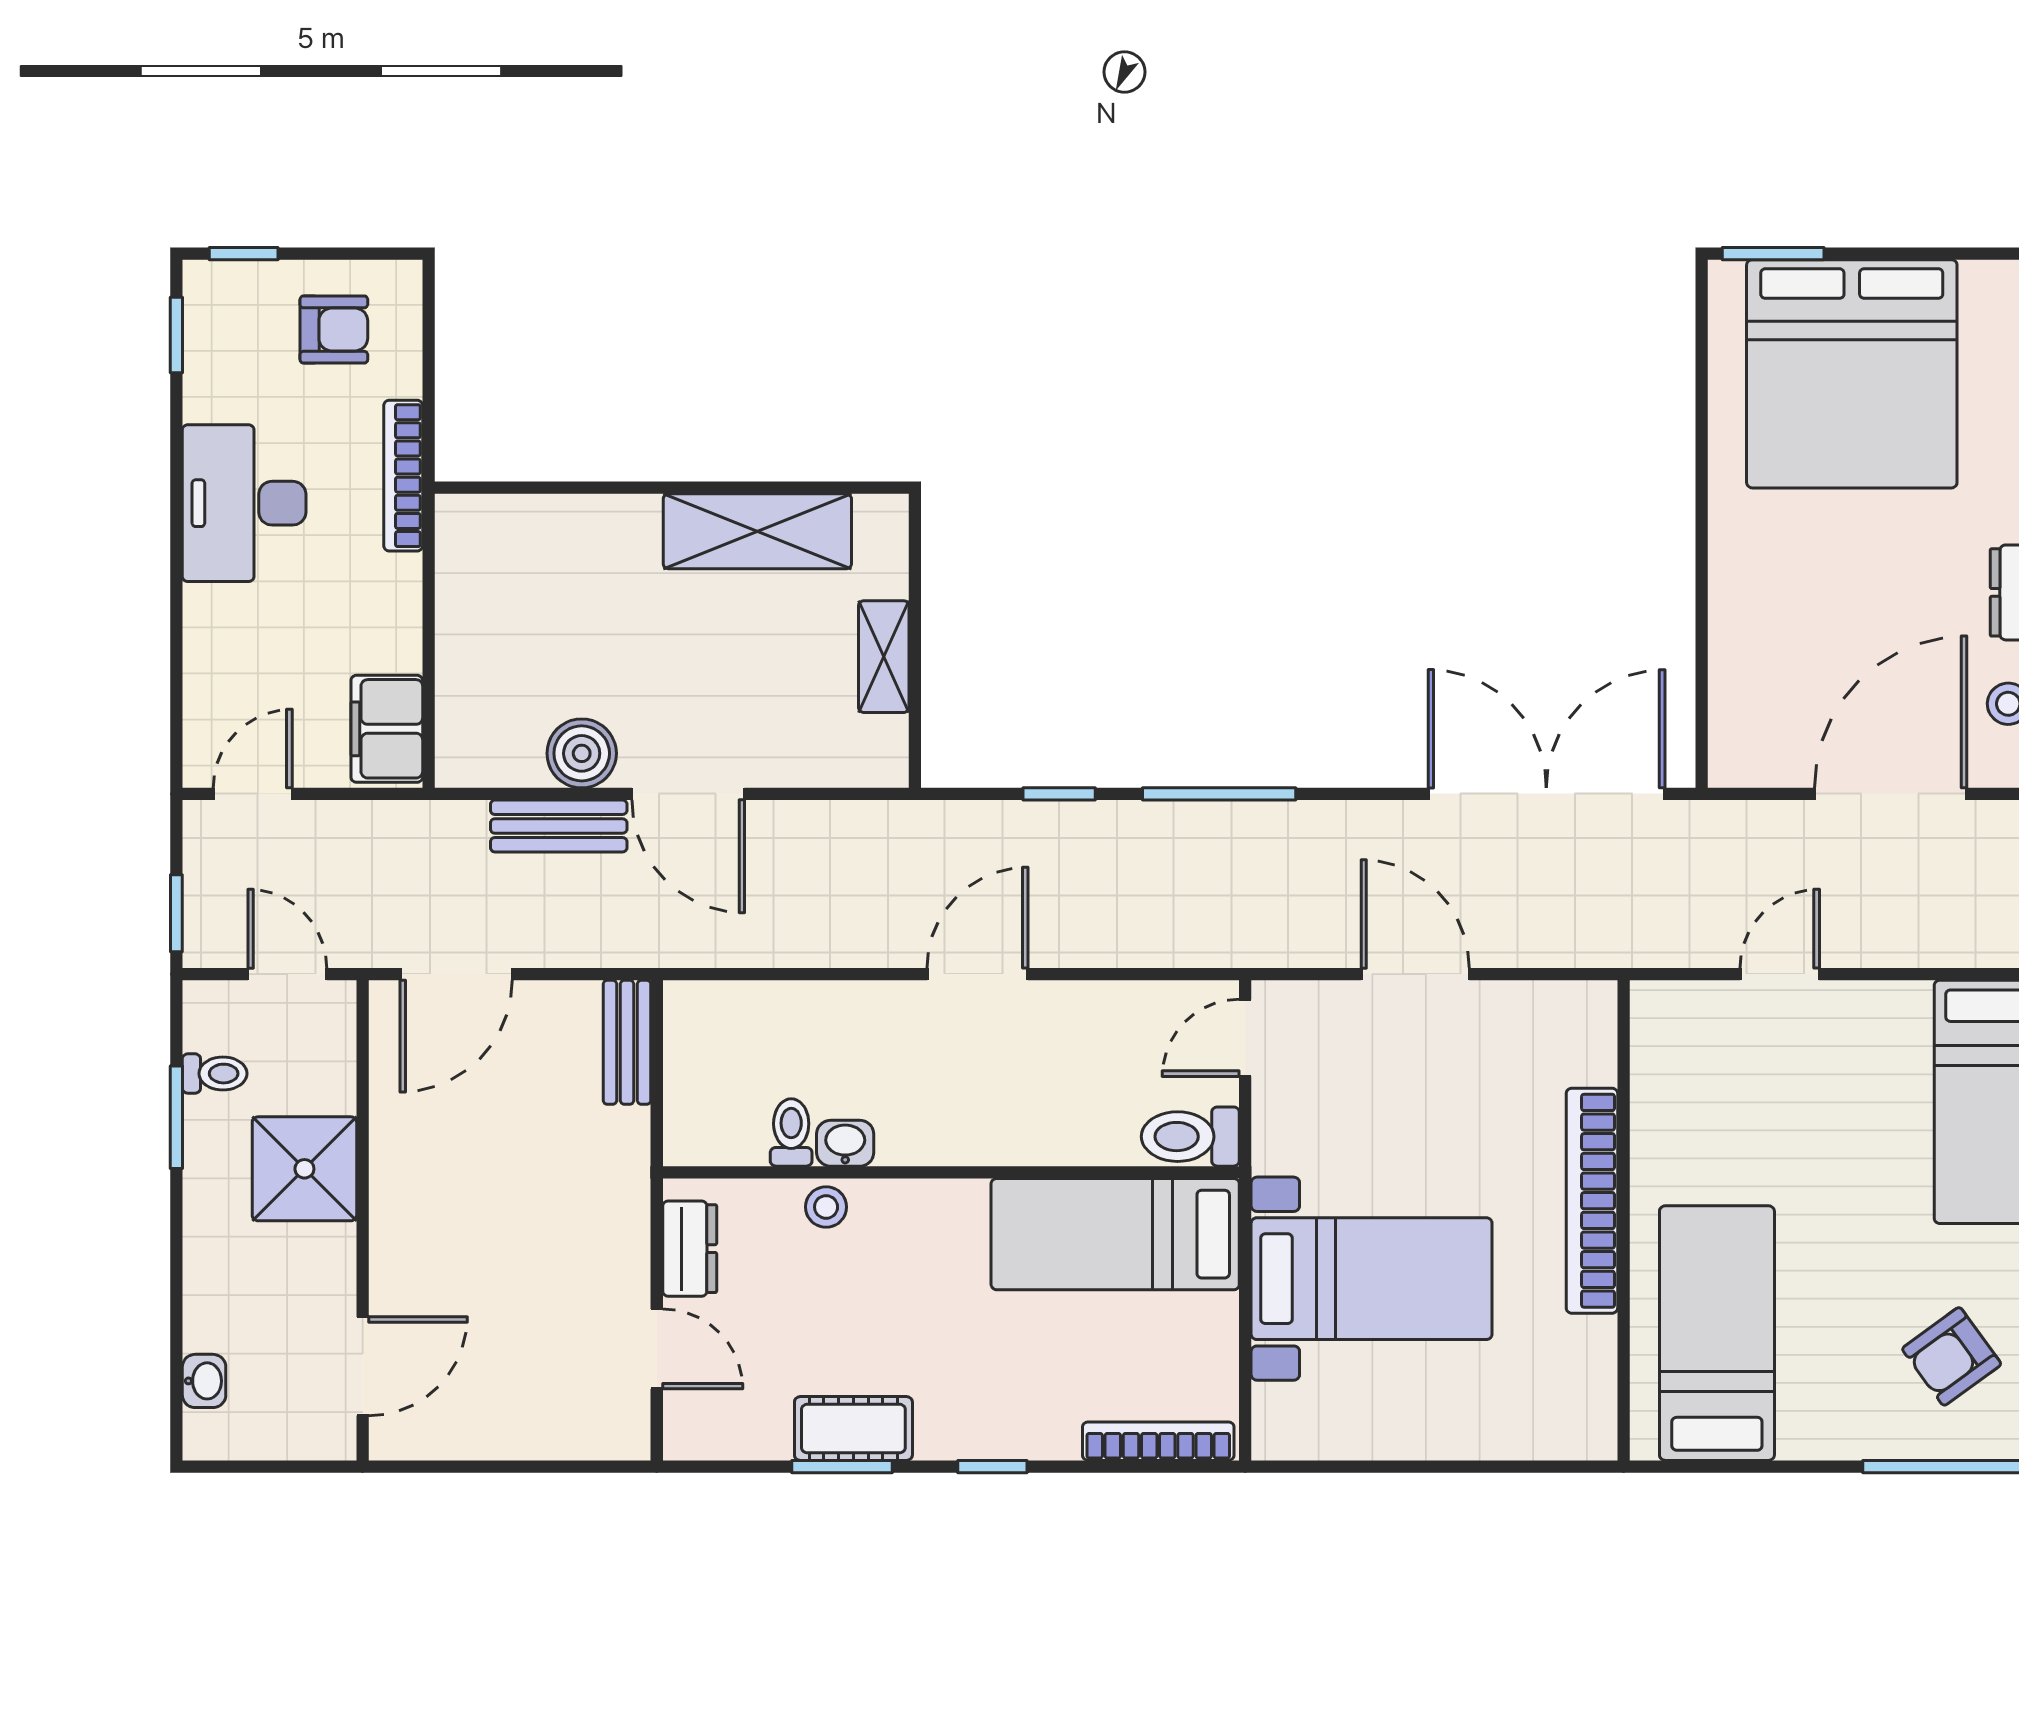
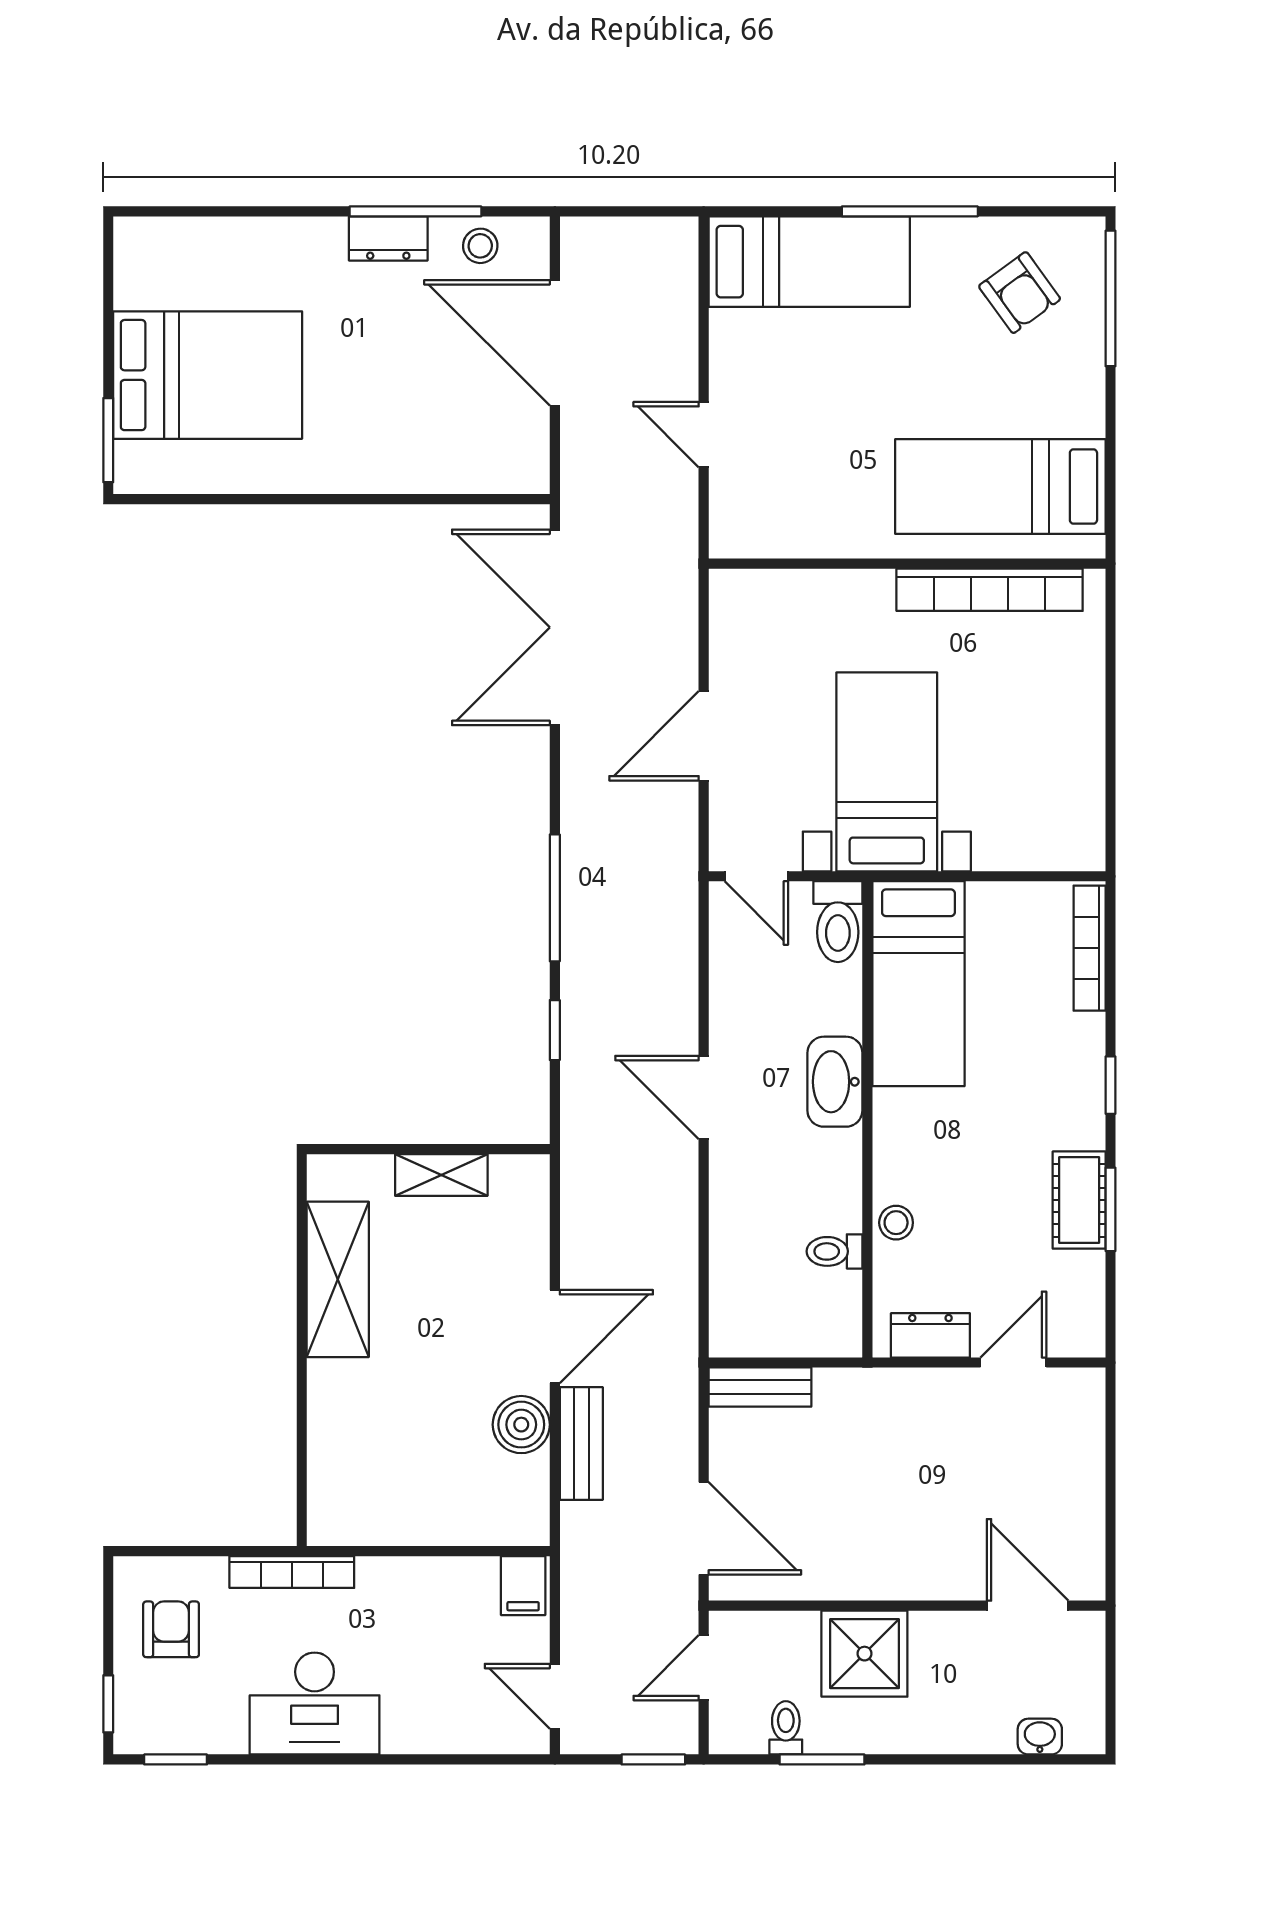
bed: (1852, 374) -> (208, 375), width x0.73
filing cabinet: (387, 729) -> (523, 1586), width x0.50
washbasin: (845, 1143) -> (835, 1082), moved, width x1.91, depth x1.45
bookcase: (1592, 1201) -> (990, 590), moved
bed with nightstands: (1372, 1279) -> (887, 772), moved

